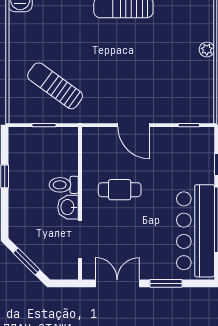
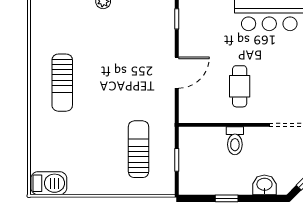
sun lounger: (55, 86) -> (139, 149), turned 144
washbasin: (68, 207) -> (264, 185), moved, turned 180

